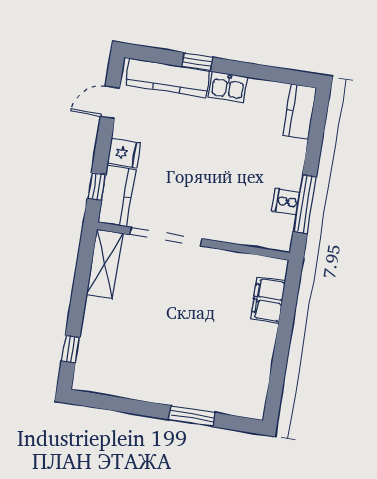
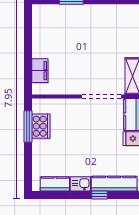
kitchen counter: (300, 112) -> (55, 184), moved, turned -90
cooker: (286, 202) -> (41, 126), width x1.87, depth x1.31

